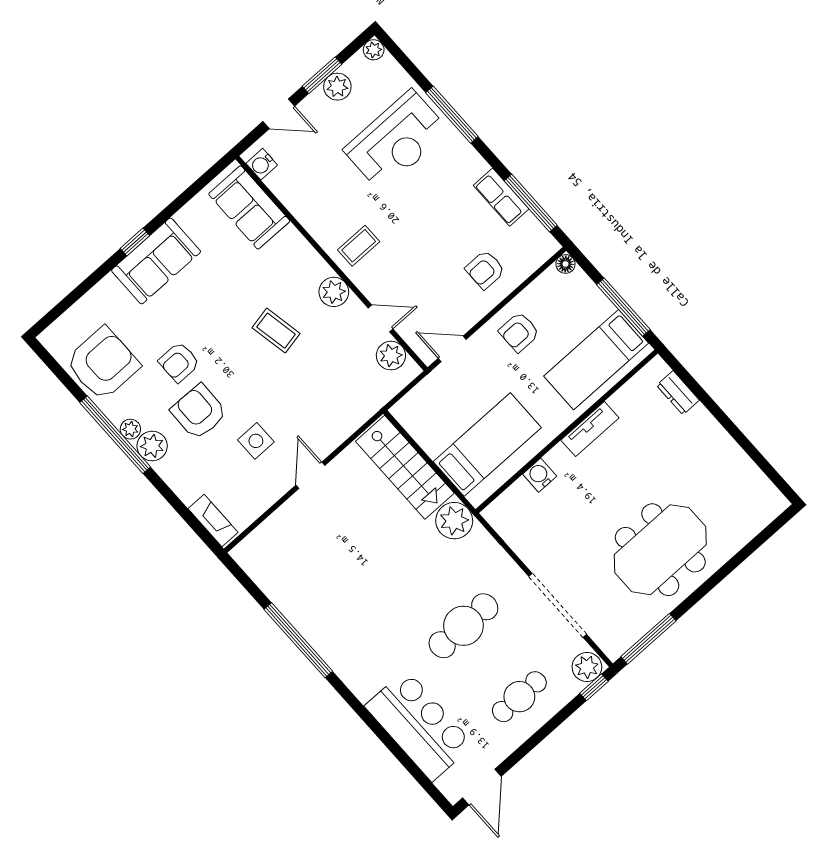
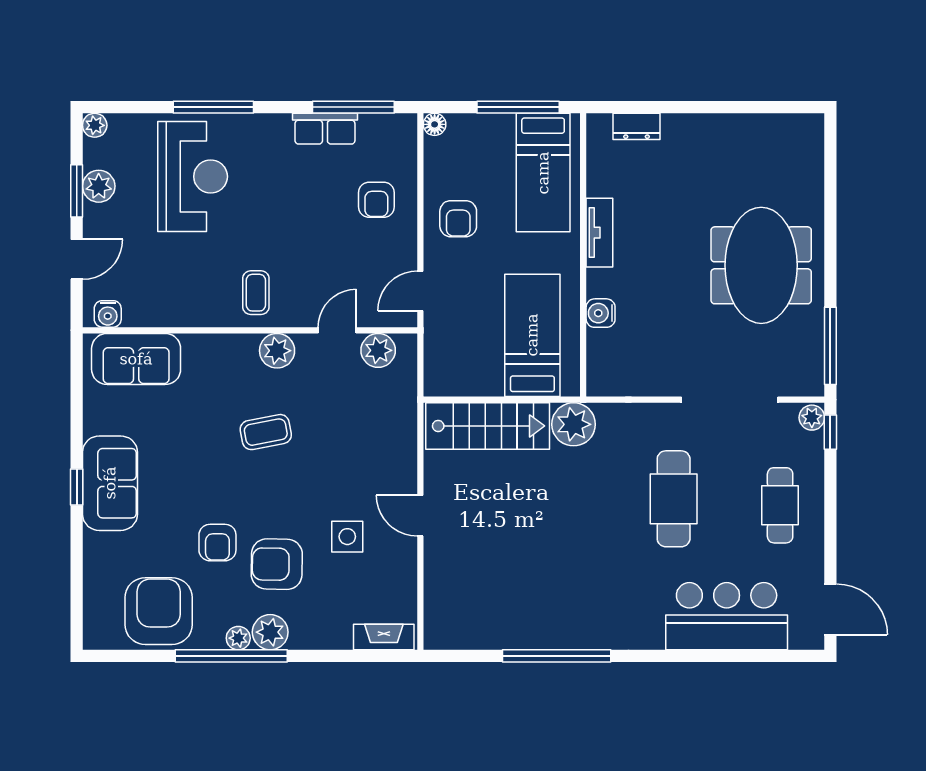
plant: (587, 667) -> (812, 418), width x0.73, depth x0.73

